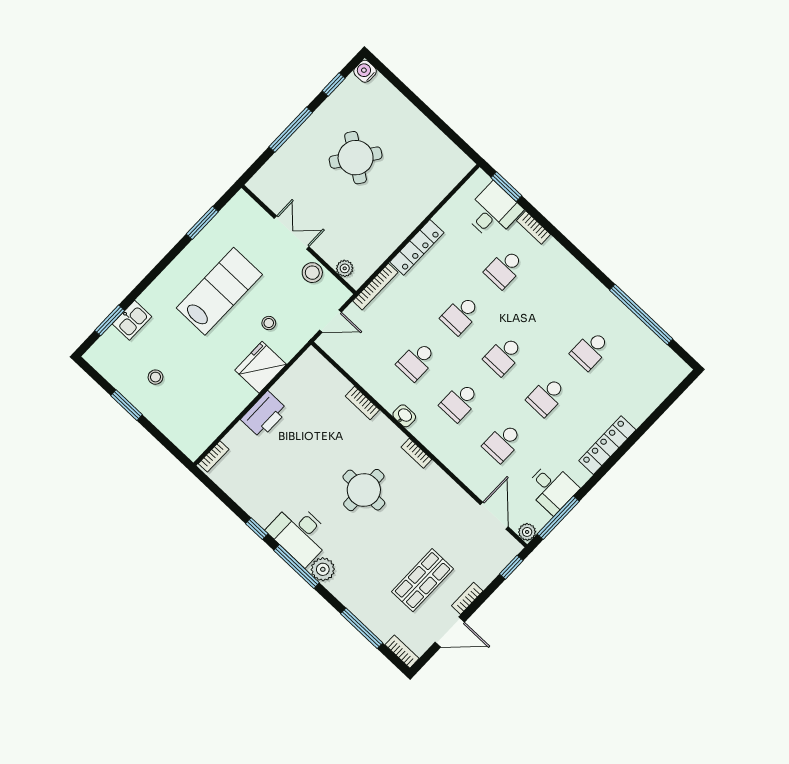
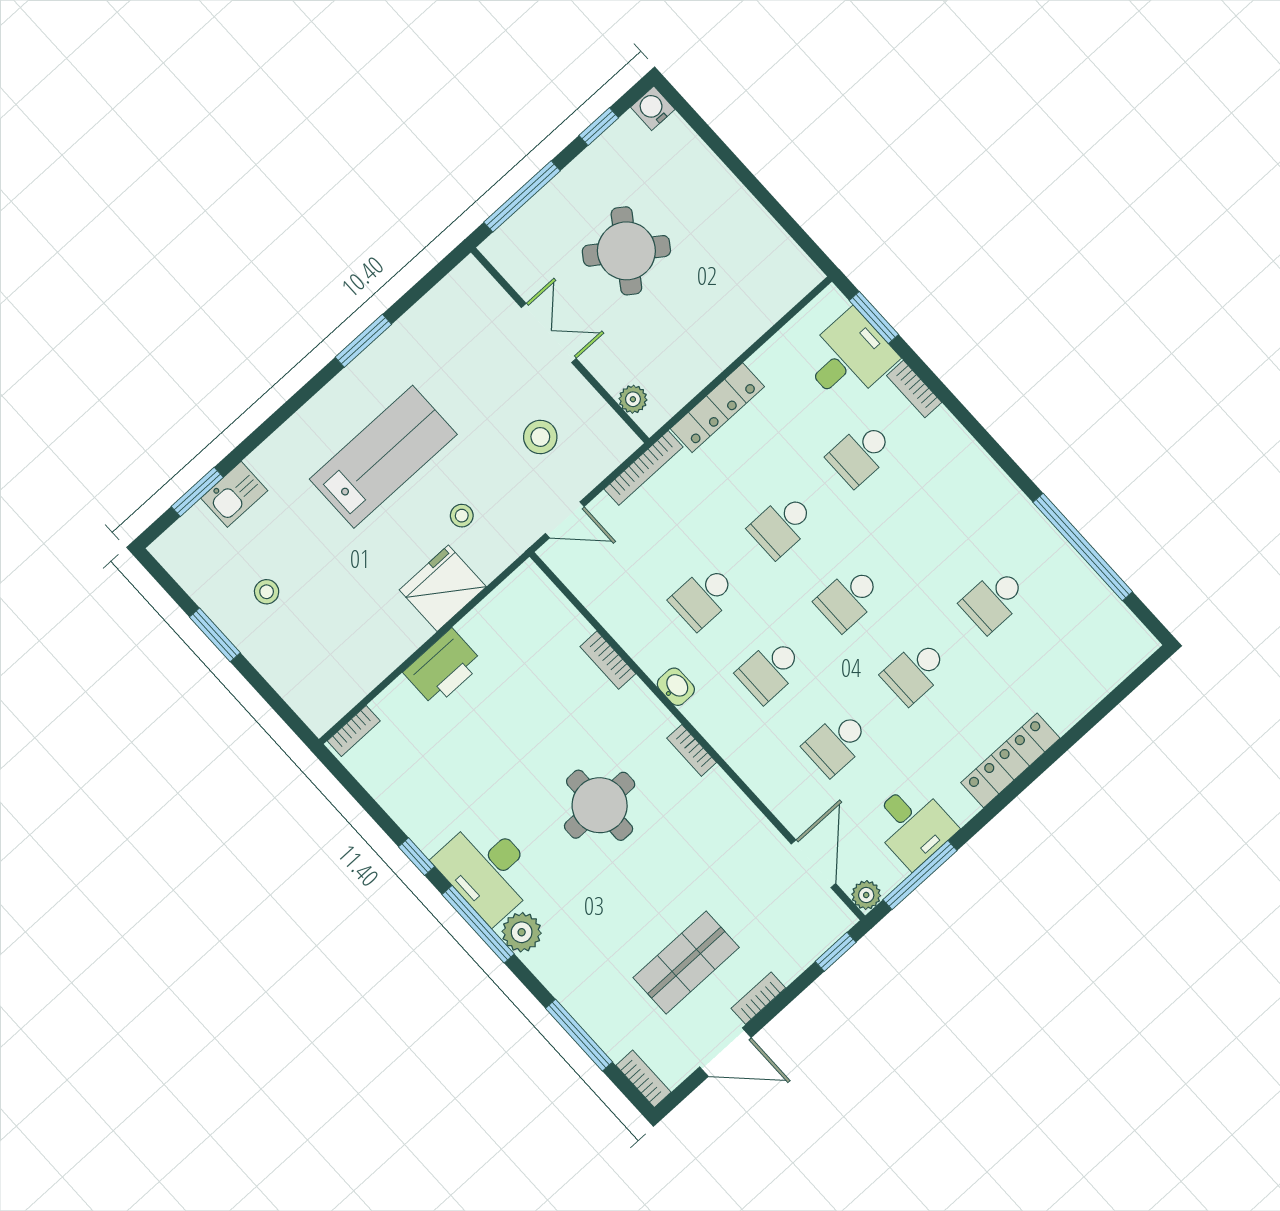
double door: (292, 232) -> (549, 333), moved
wall: (299, 239) -> (560, 345), moved
plant: (345, 268) -> (633, 399), moved

